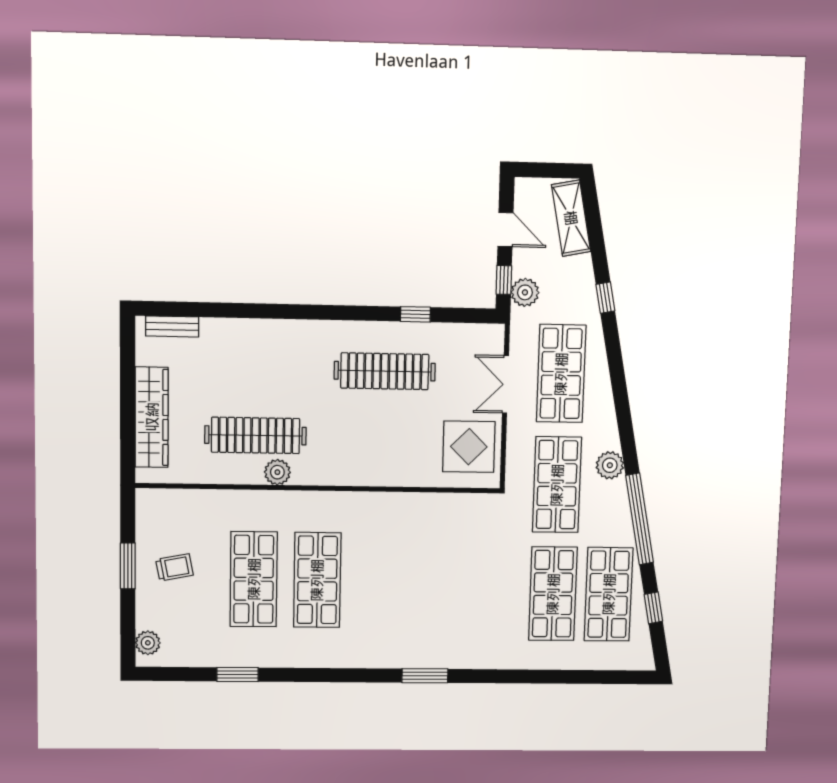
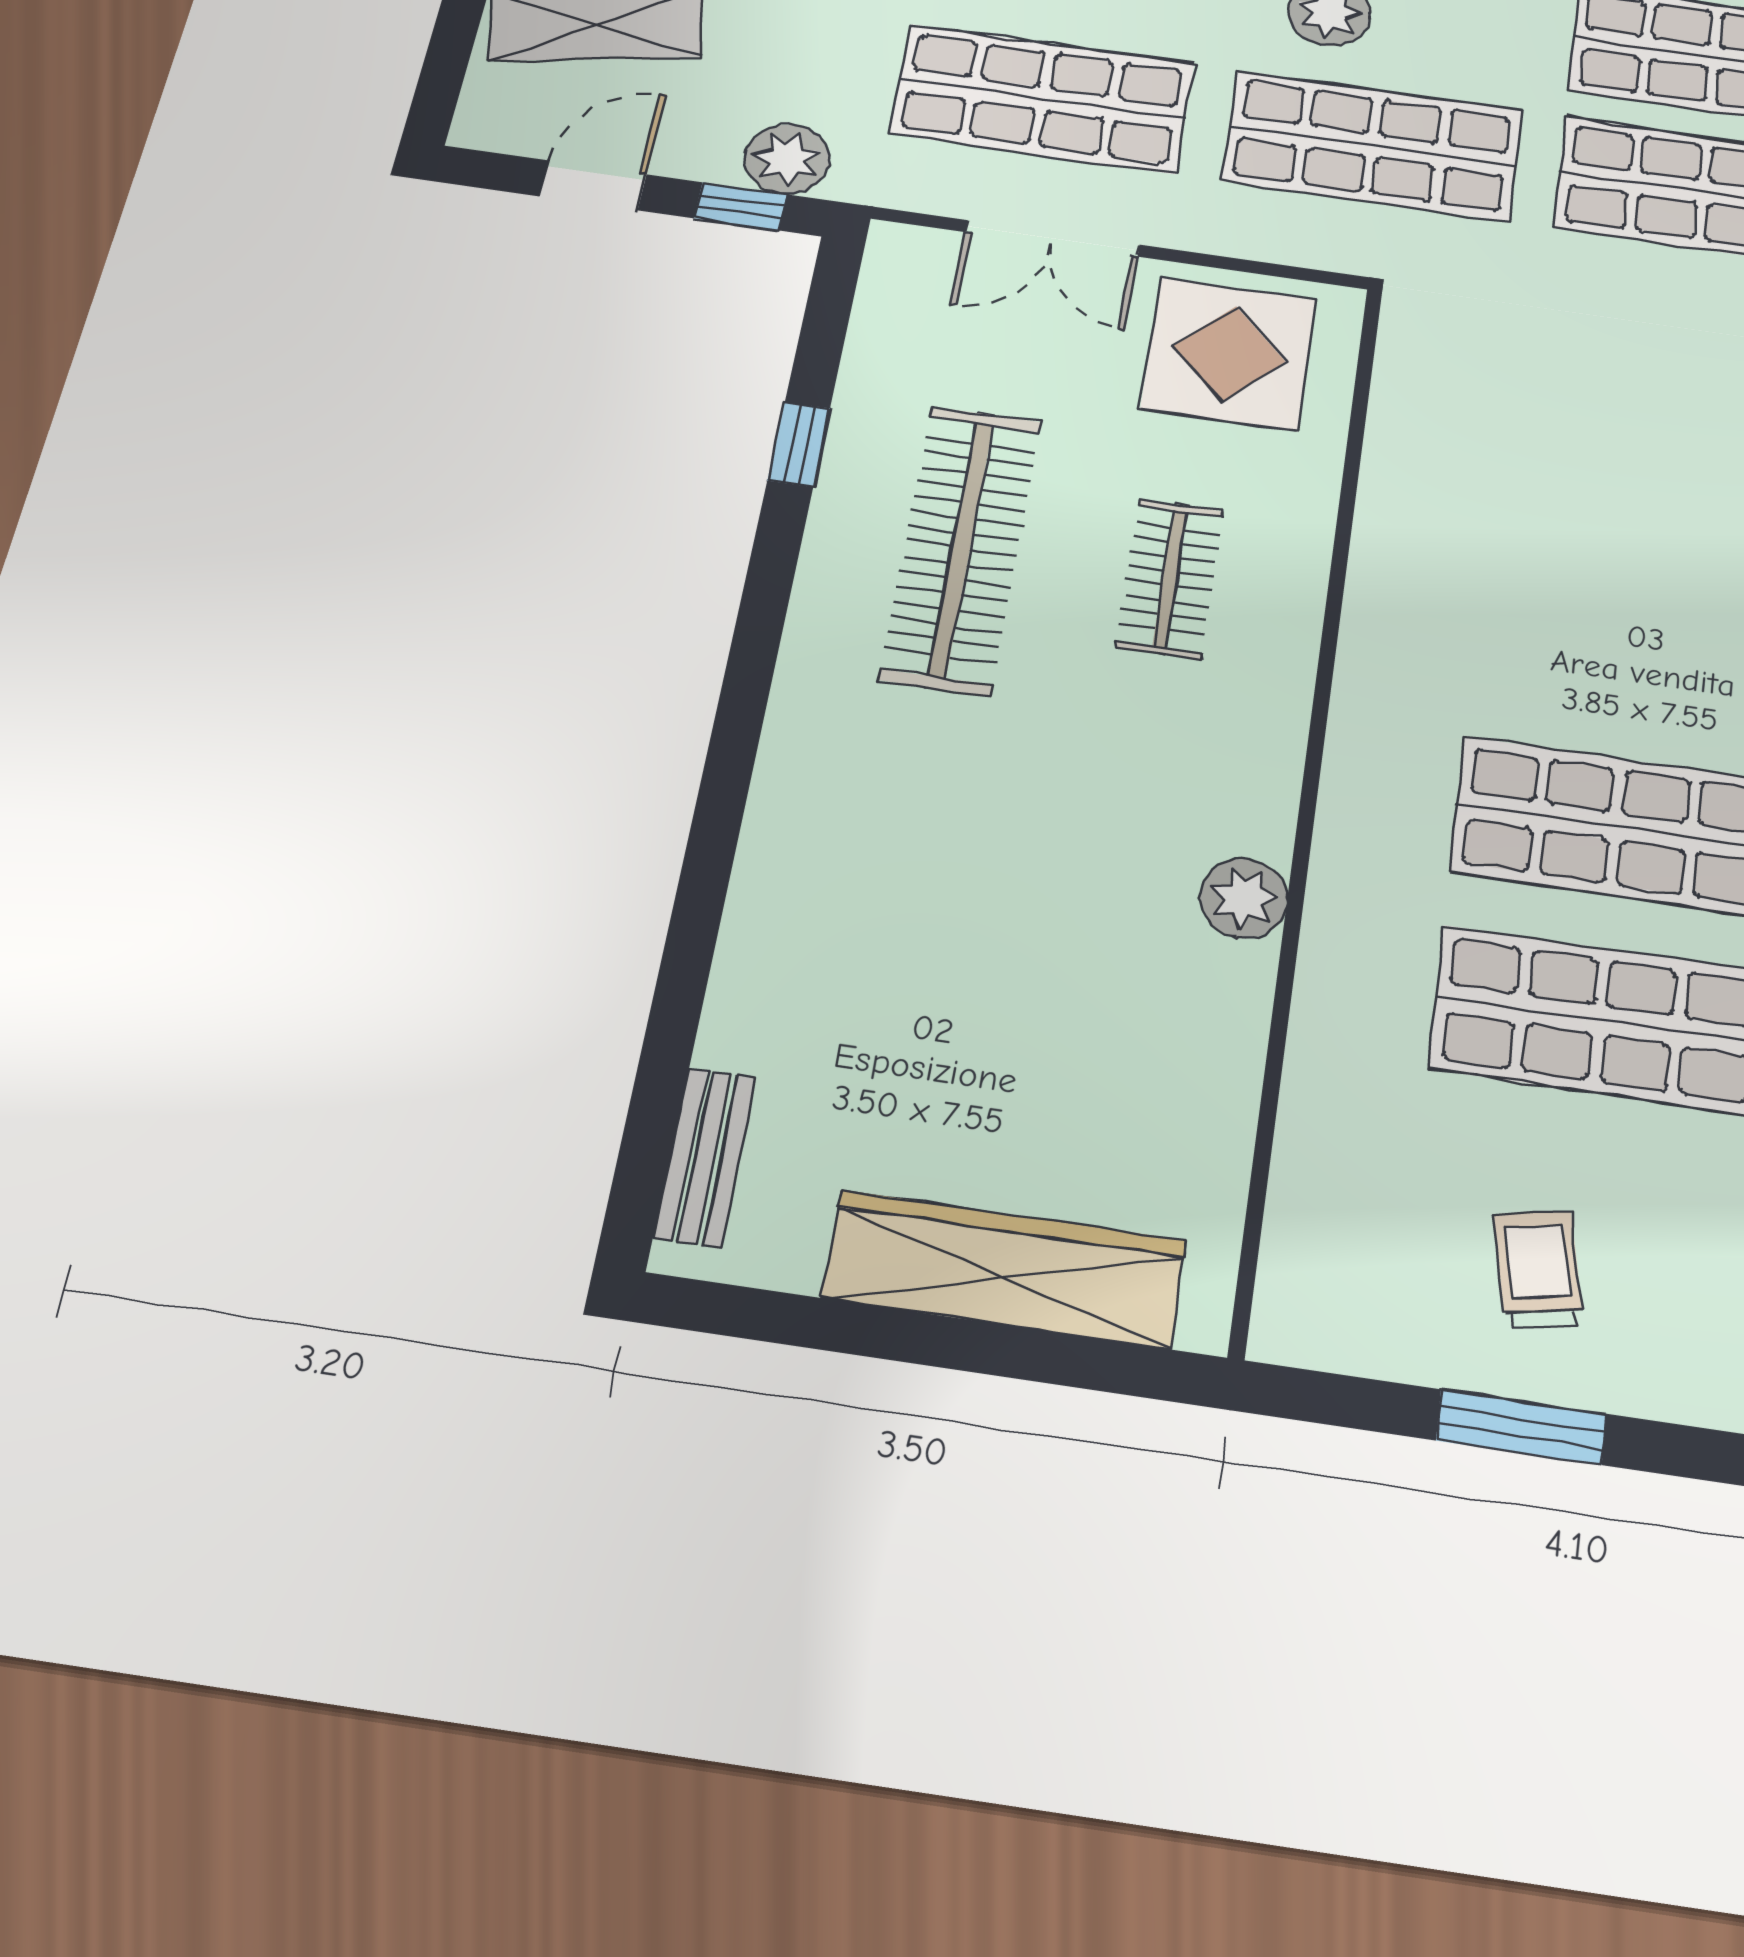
clothes rail: (256, 435) -> (1170, 578), moved, width x0.54, depth x0.76

